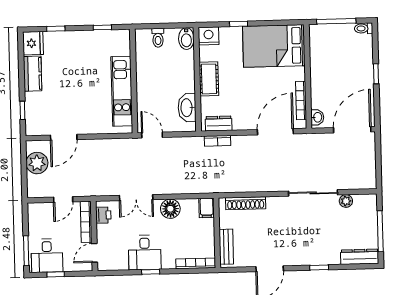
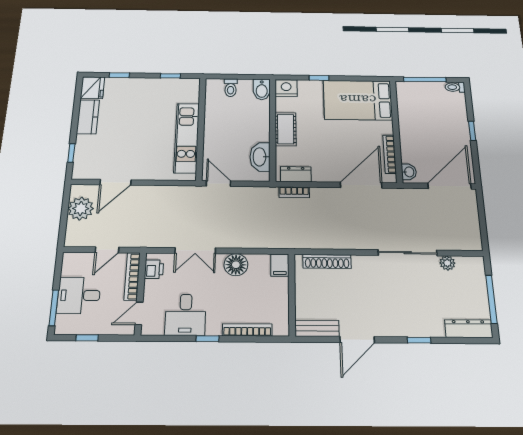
bench: (226, 247) -> (317, 328), moved, turned 90
desk: (145, 253) -> (185, 315), moved
desk: (47, 256) -> (79, 295), moved, turned 90
bookcase: (196, 263) -> (247, 330), moved

